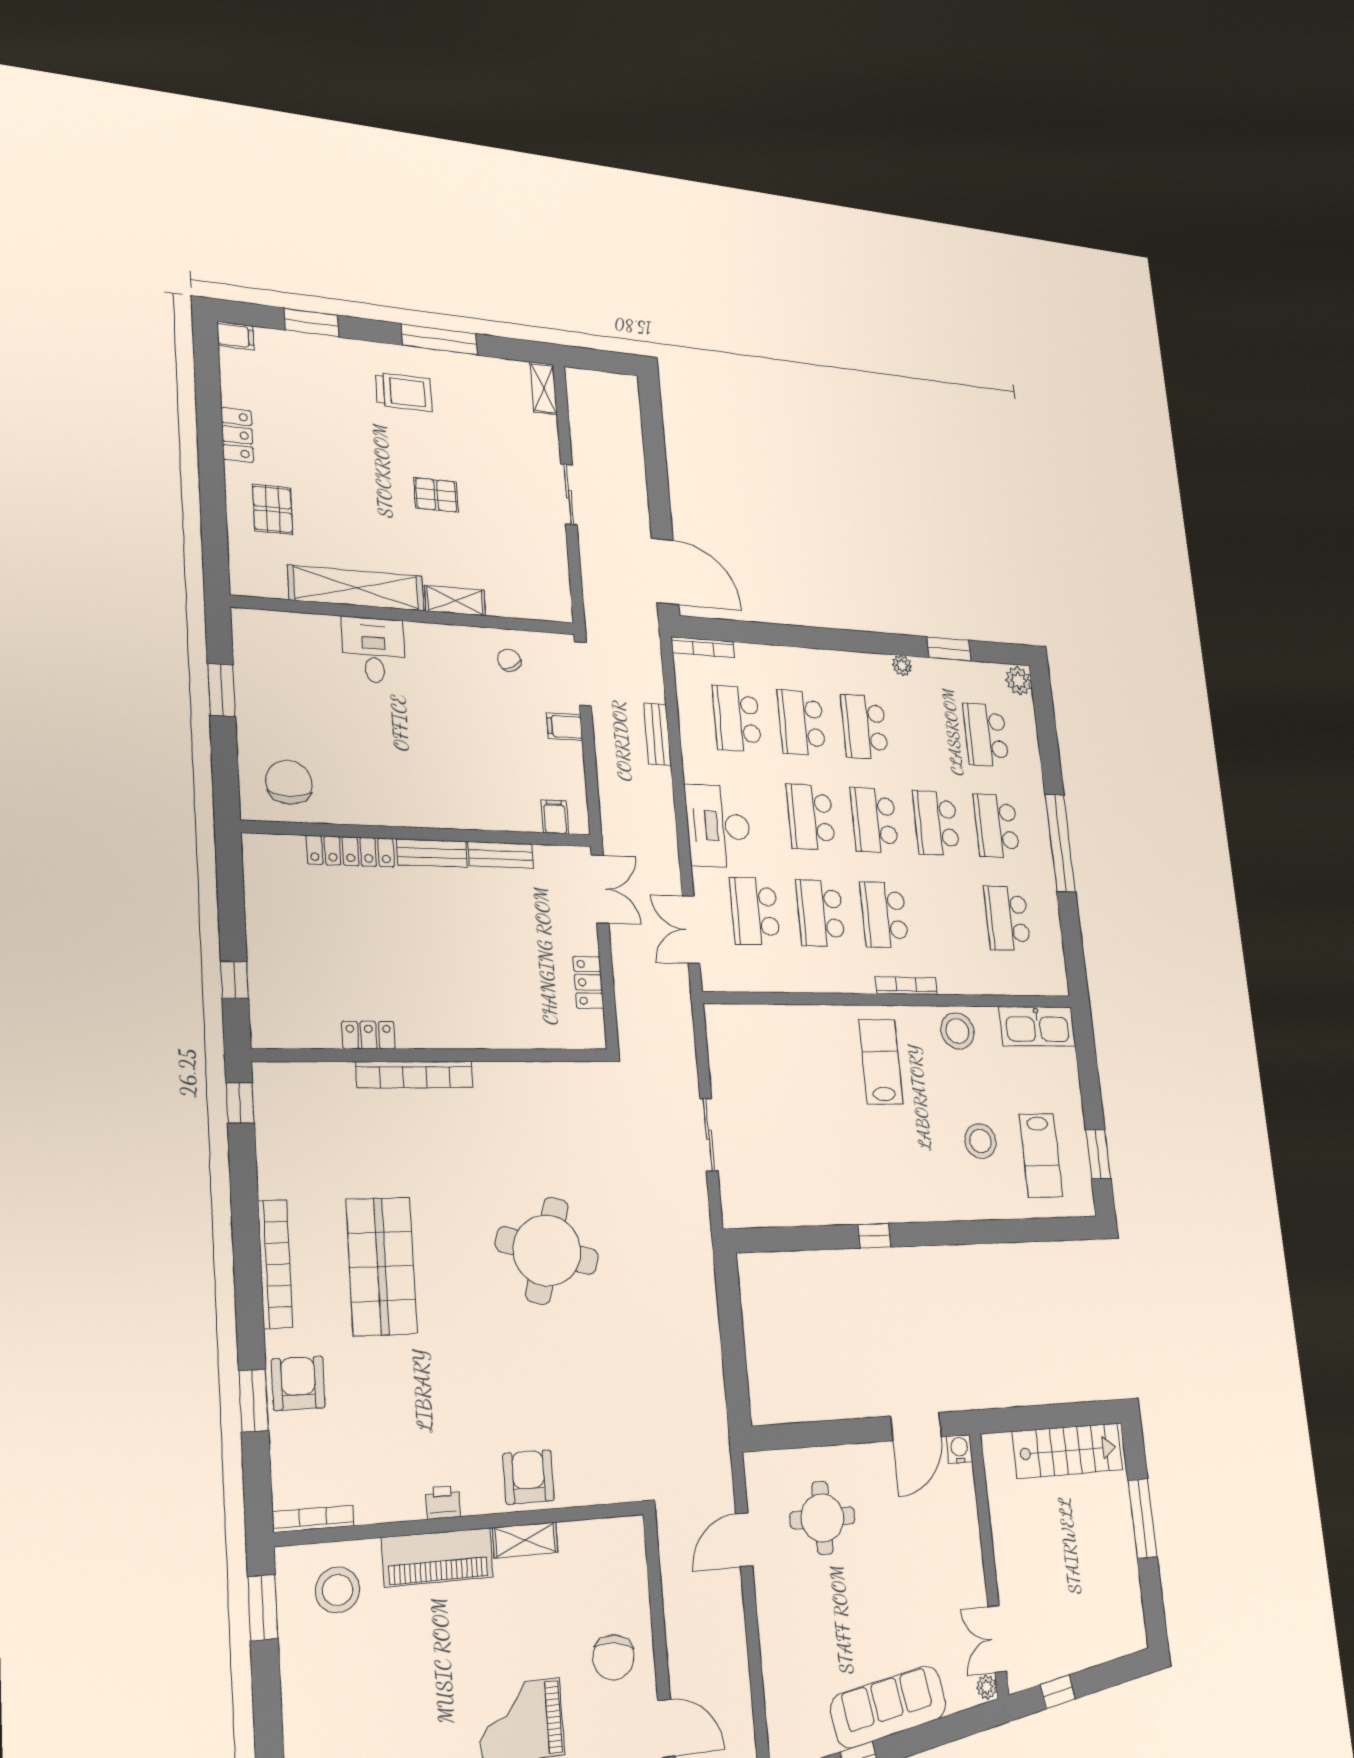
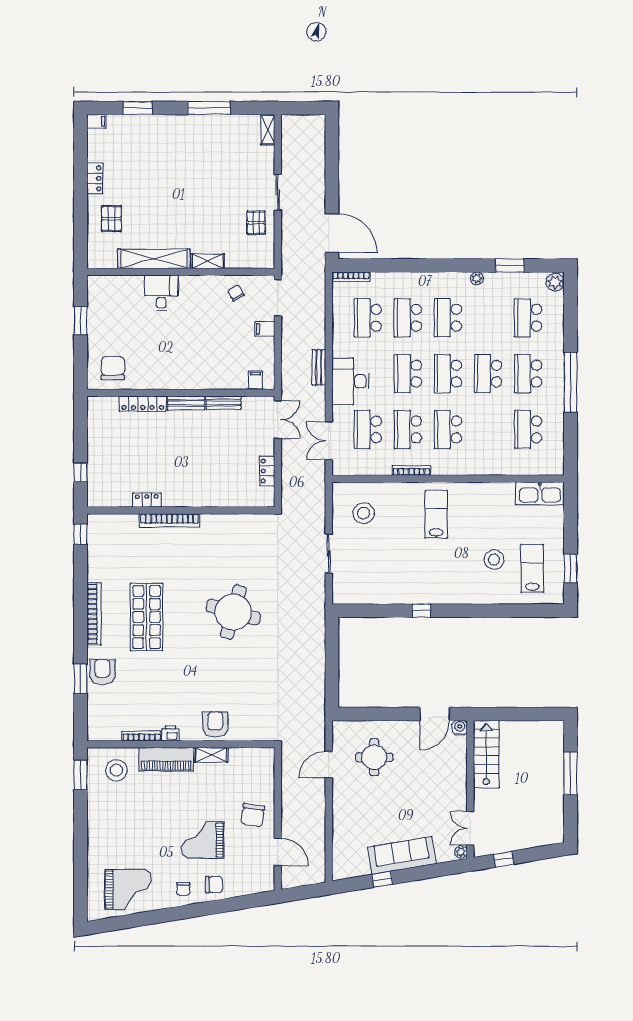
trolley: (404, 392) -> (187, 142), removed
pallet: (436, 495) -> (256, 223), moved, turned 90
bench: (657, 734) -> (319, 367), moved
bookcase: (906, 986) -> (411, 470), moved
stool: (957, 1031) -> (364, 513), moved
lab bench: (1041, 1155) -> (532, 568), turned 180
stairs: (1068, 1451) -> (486, 754), moved, turned -90
bookcase: (313, 1519) -> (141, 736), moved

